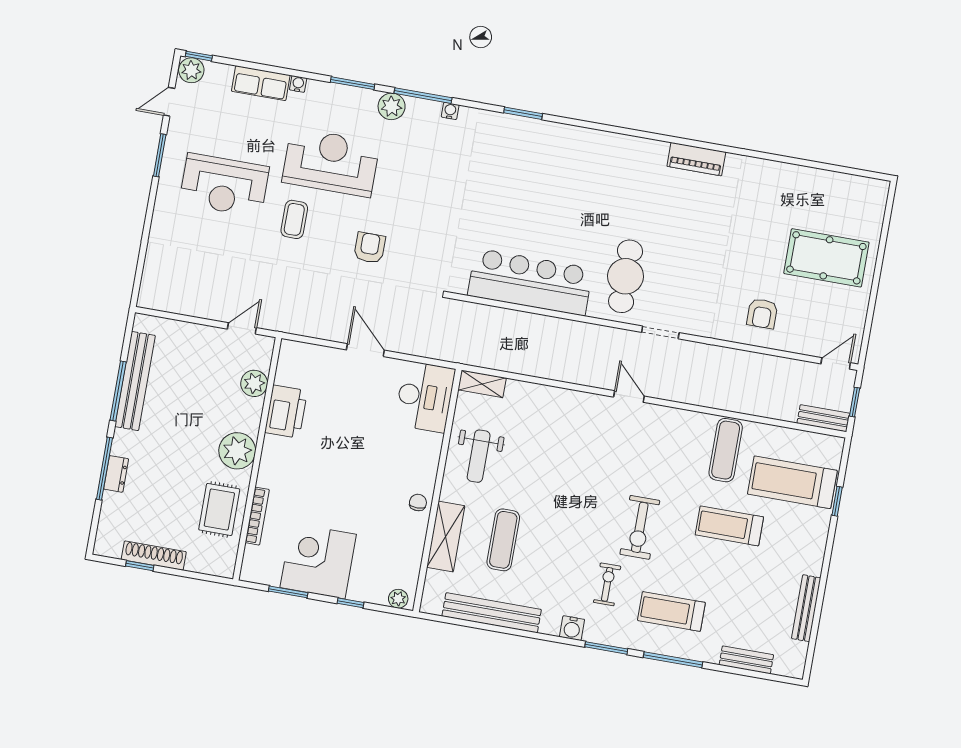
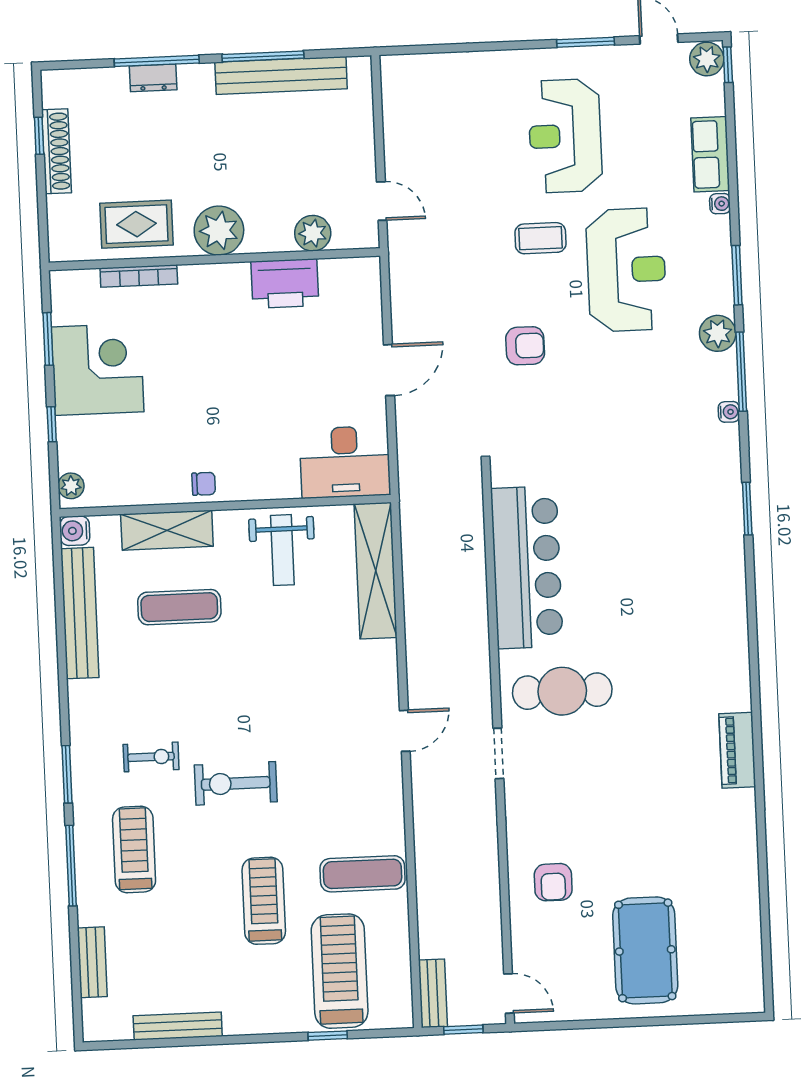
armchair: (762, 314) -> (553, 882), turned -90
shelving: (482, 384) -> (376, 571), width x2.20, depth x1.33
weight bench: (479, 456) -> (282, 550), turned -90
water cooler: (572, 628) -> (75, 531), moved

